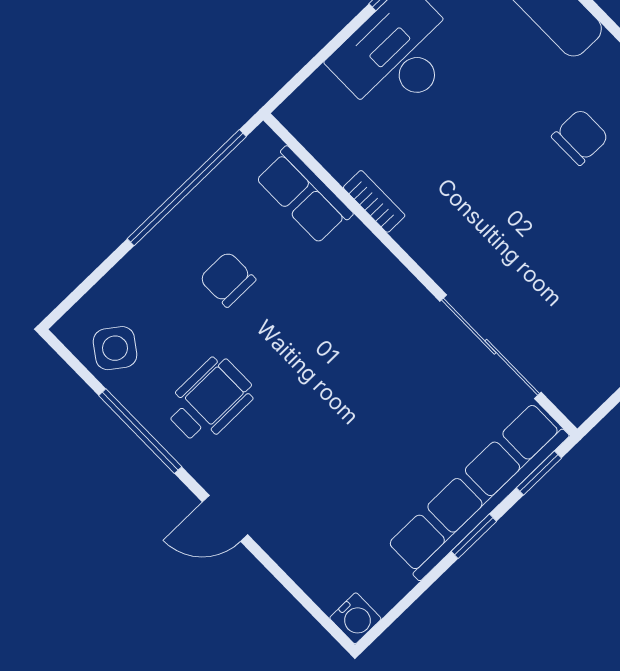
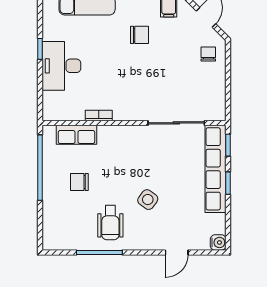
chair: (580, 137) -> (139, 35), turned 90
side table: (115, 348) -> (148, 200), moved
wheelchair: (210, 400) -> (110, 223), turned 180
door: (225, 518) -> (177, 252), moved

